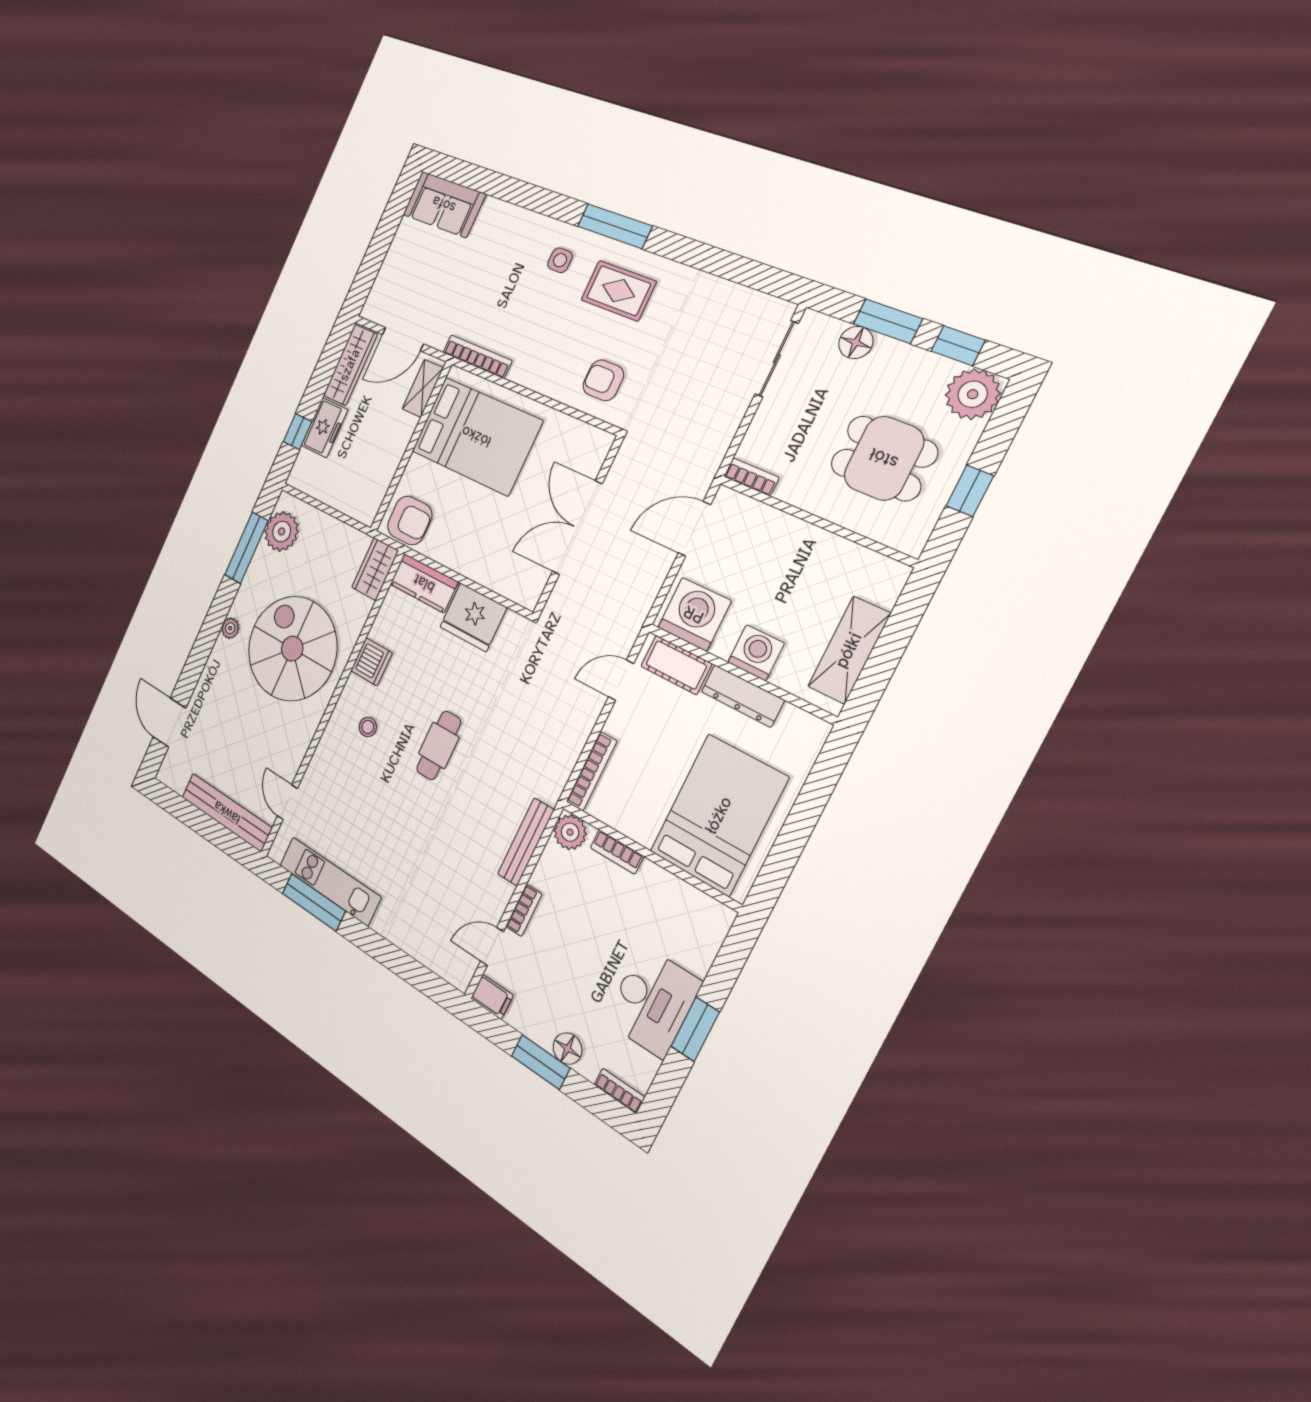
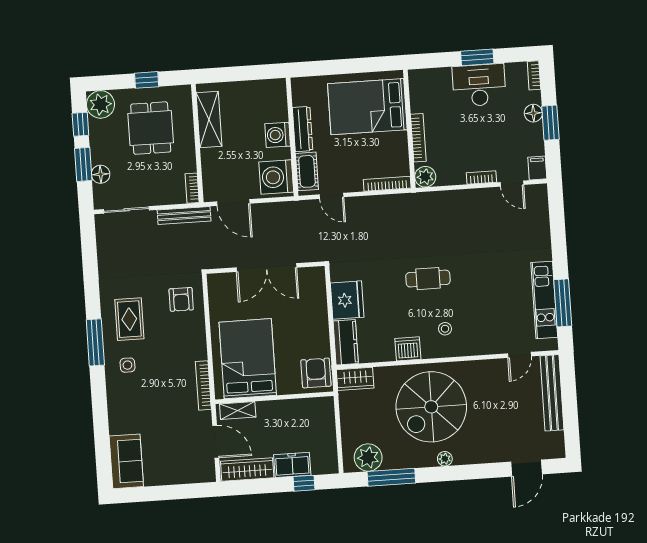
shelving: (849, 650) -> (209, 119), moved, turned 90
bench: (526, 842) -> (184, 216), moved
bookcase: (617, 852) -> (418, 138), width x1.56

